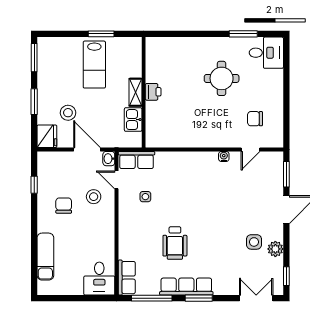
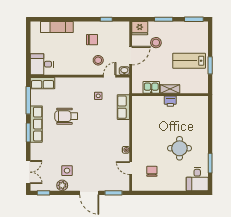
row of seats: (136, 160) -> (123, 107), moved

